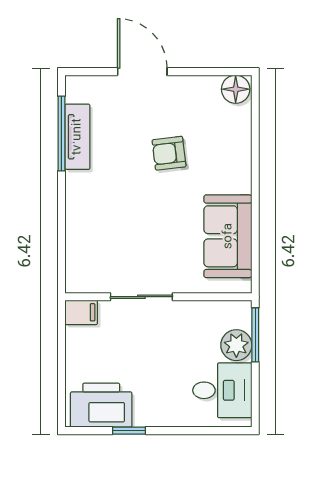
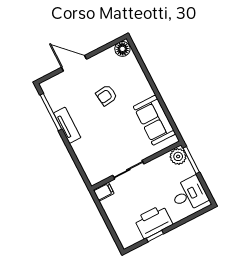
tv unit: (77, 137) -> (67, 125), moved
plant: (236, 345) -> (178, 156), moved
printer: (101, 405) -> (153, 222), moved

